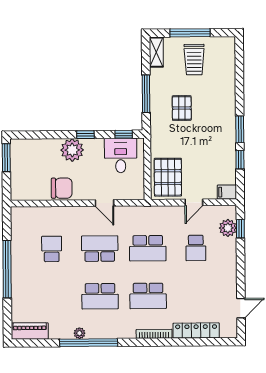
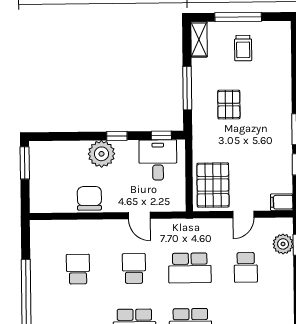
trolley: (194, 60) -> (243, 48), width x0.73, depth x0.72
chair: (62, 188) -> (89, 198), turned -90
school desk: (100, 249) -> (134, 269), width x0.54

